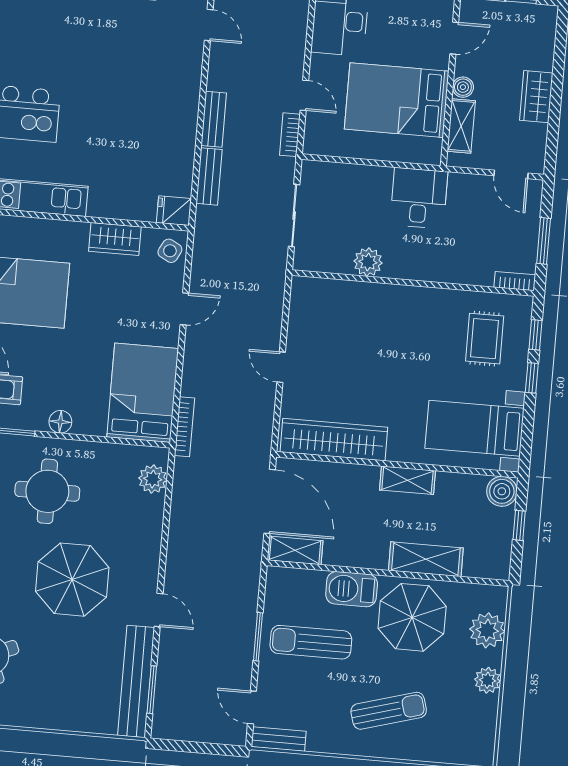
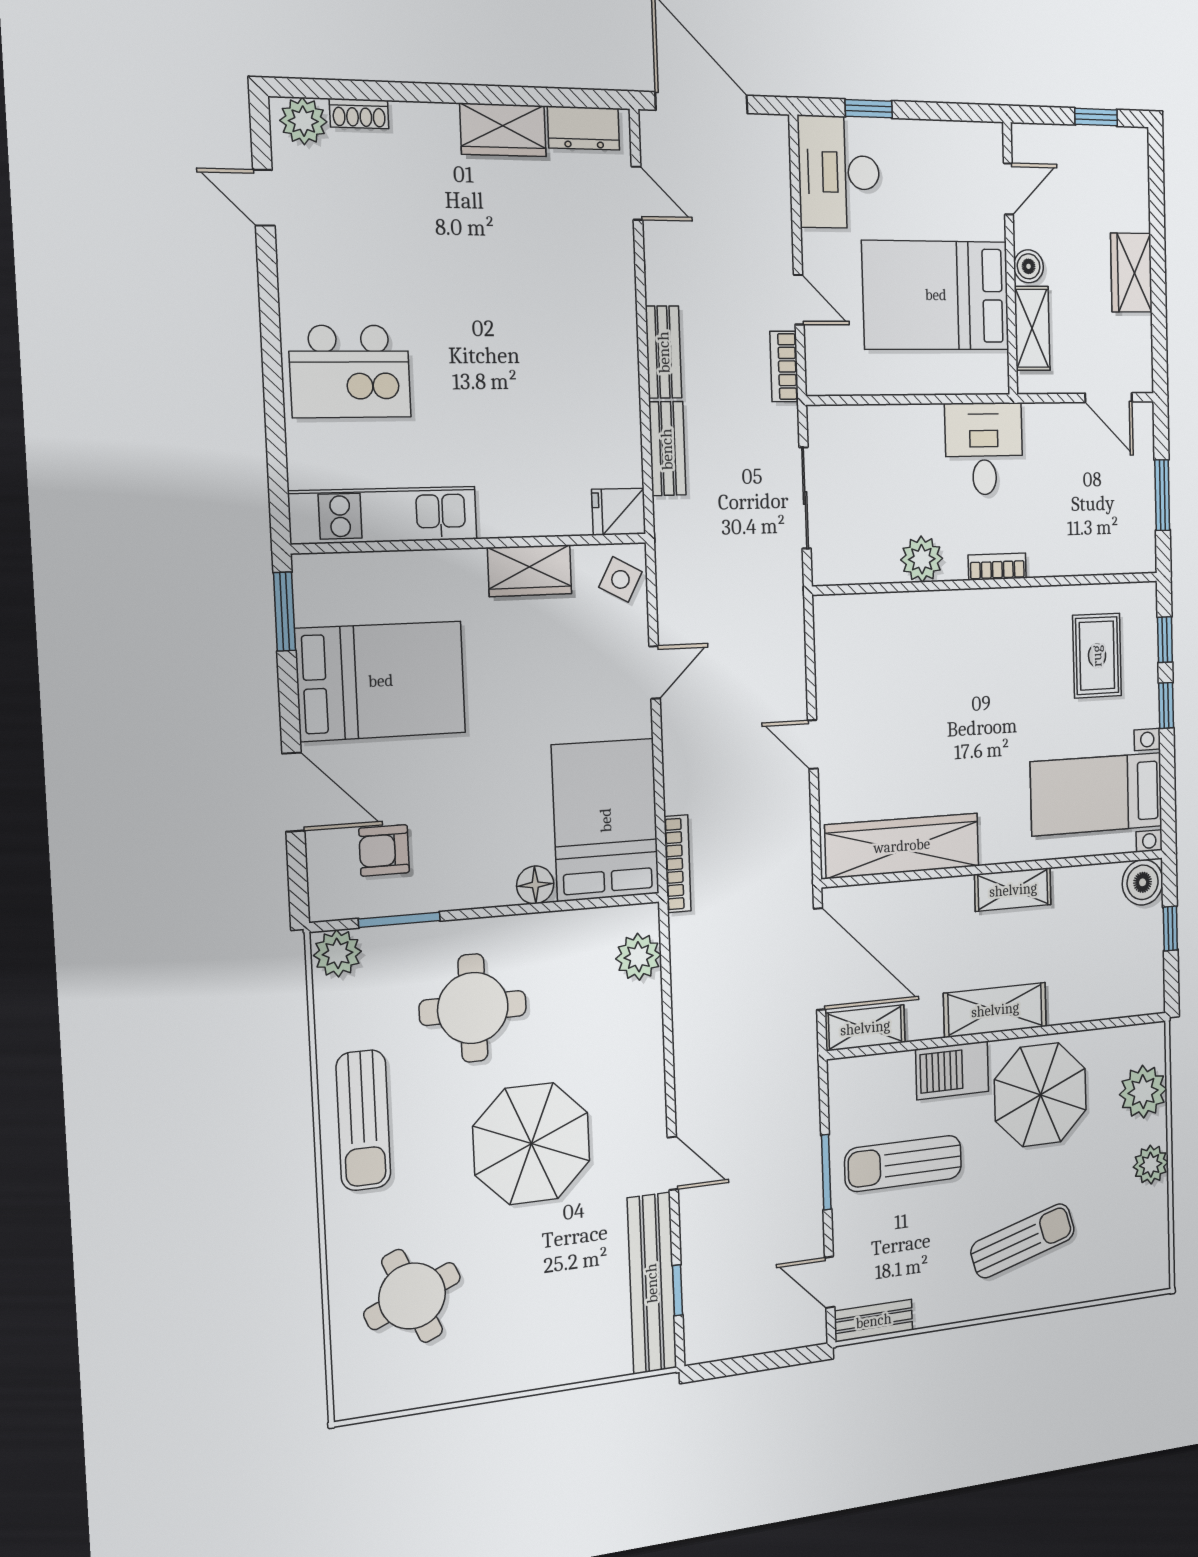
bookcase: (515, 281) -> (997, 567), moved
floor lamp: (60, 422) -> (535, 885), moved
shelving: (426, 559) -> (995, 1010), moved
window: (152, 690) -> (677, 1290), width x0.67

